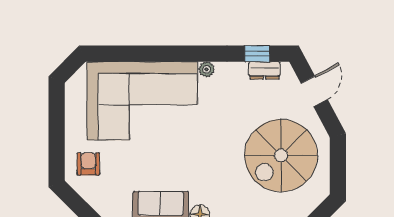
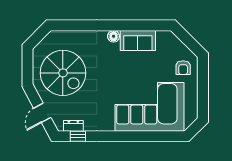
plant: (207, 69) -> (109, 127), removed
spiral stairs: (281, 155) -> (63, 73), turned 90

